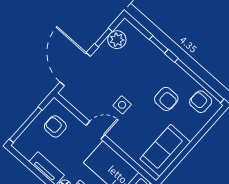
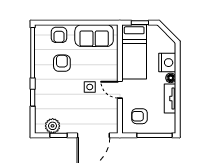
armchair: (201, 102) -> (59, 35), moved
armchair: (55, 126) -> (139, 116), turned 90

